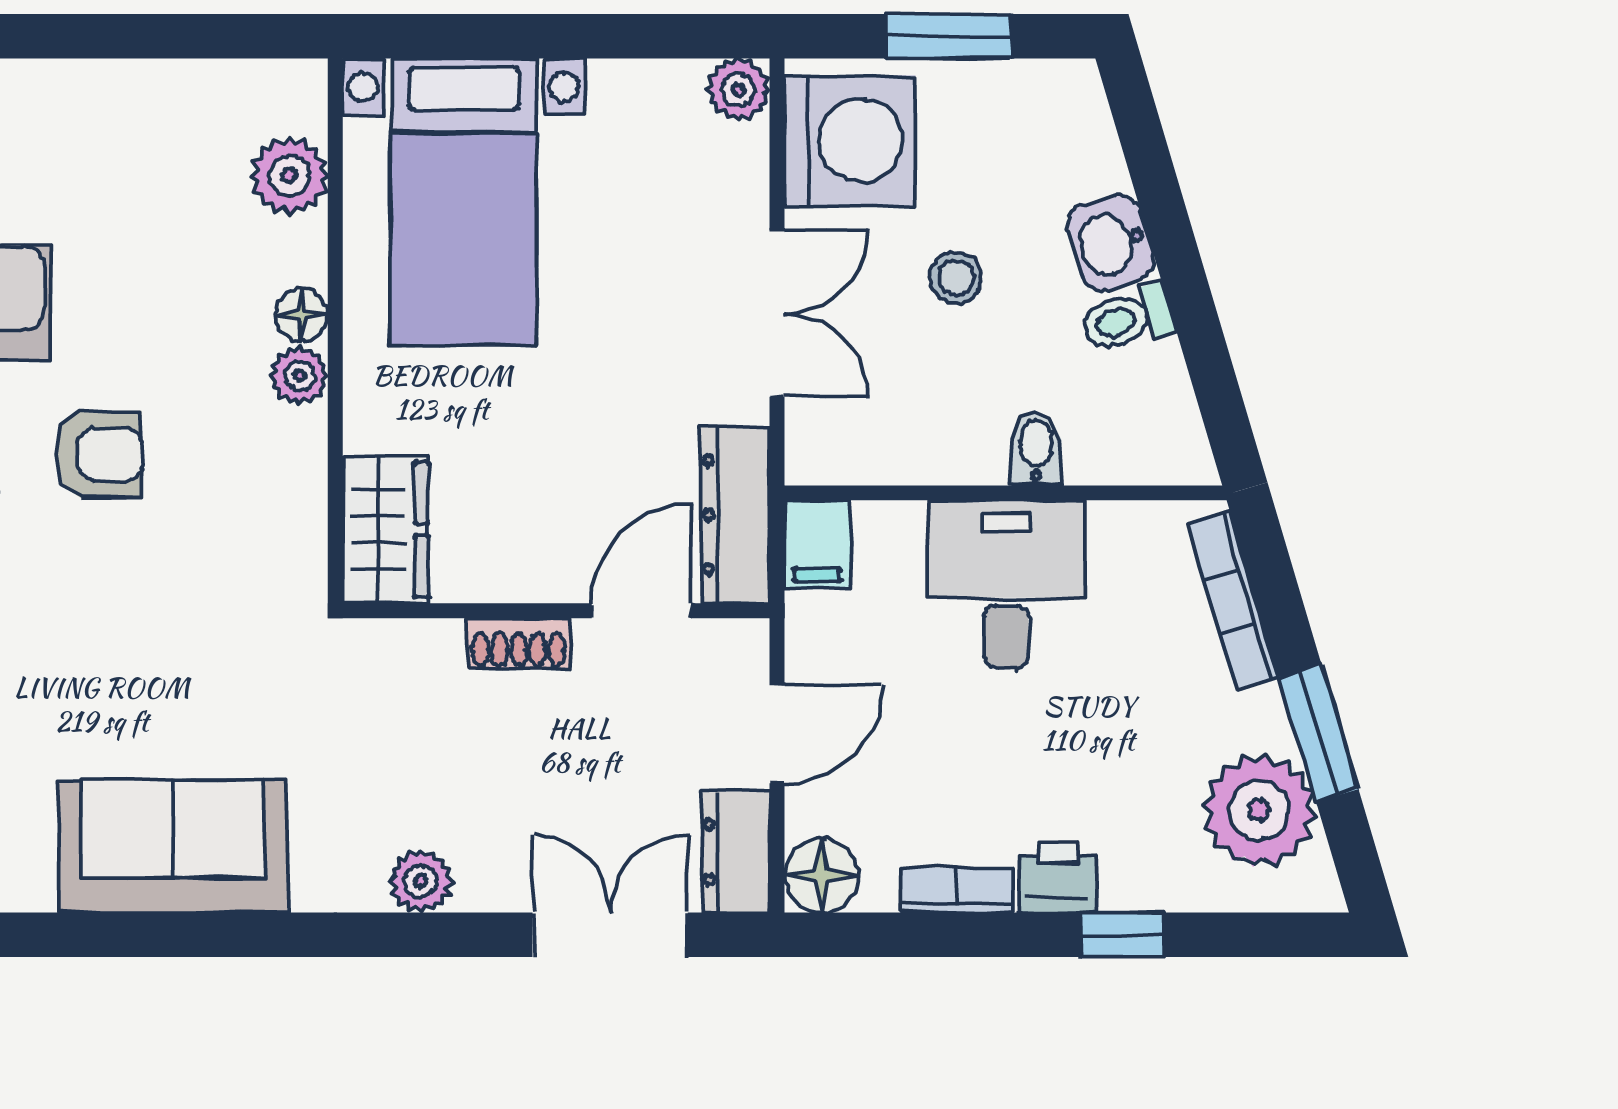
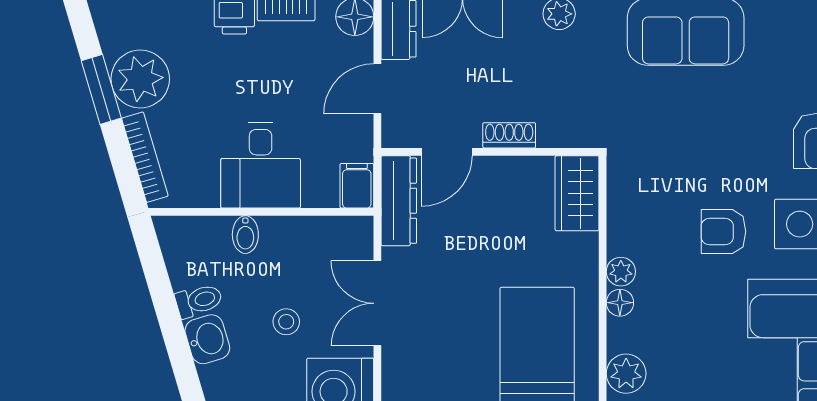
plant: (1259, 810) -> (140, 79), moved

